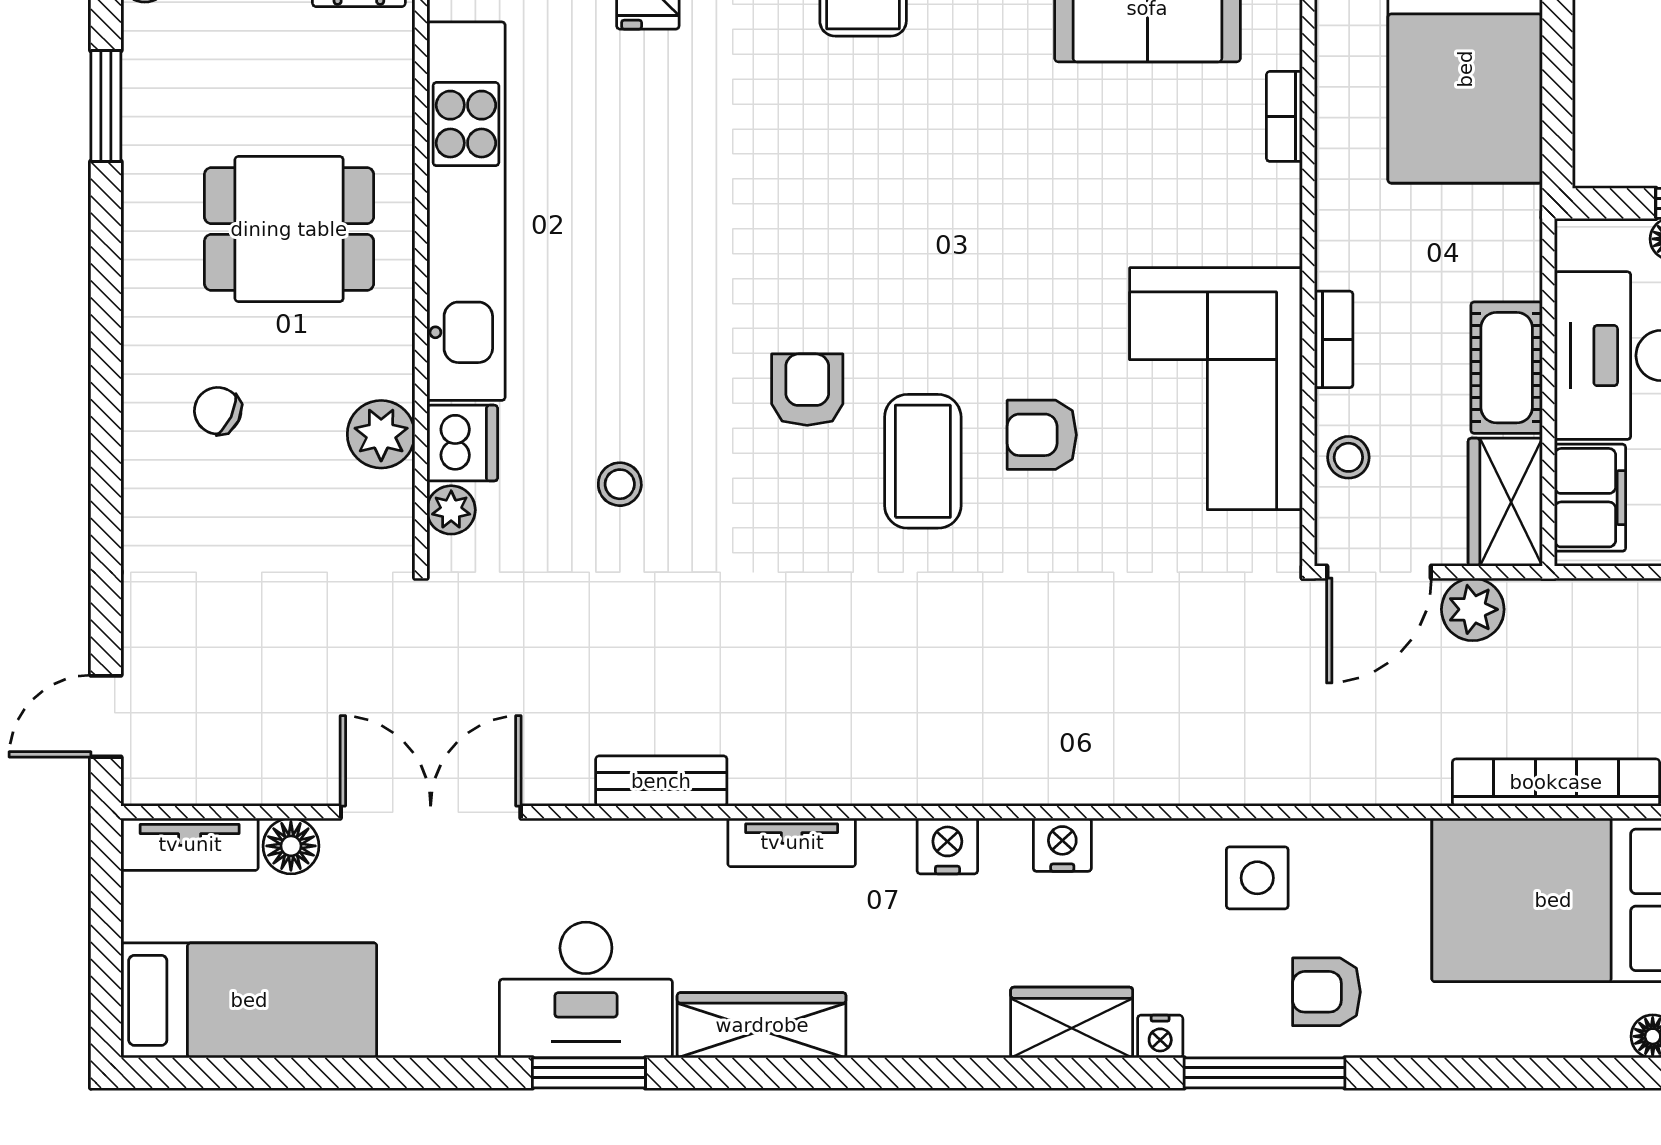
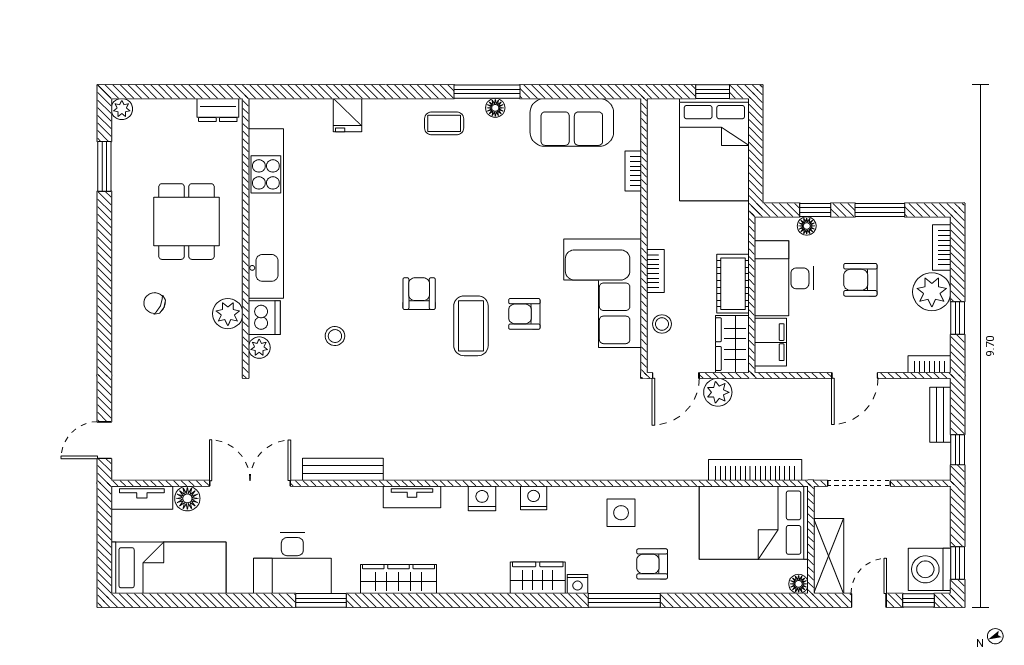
dining table: (289, 229) -> (186, 222), turned 90
bench: (661, 781) -> (343, 469), width x1.36
desk: (586, 990) -> (292, 563), moved

